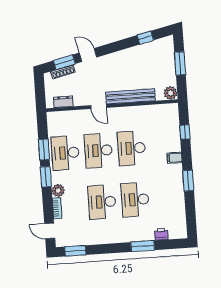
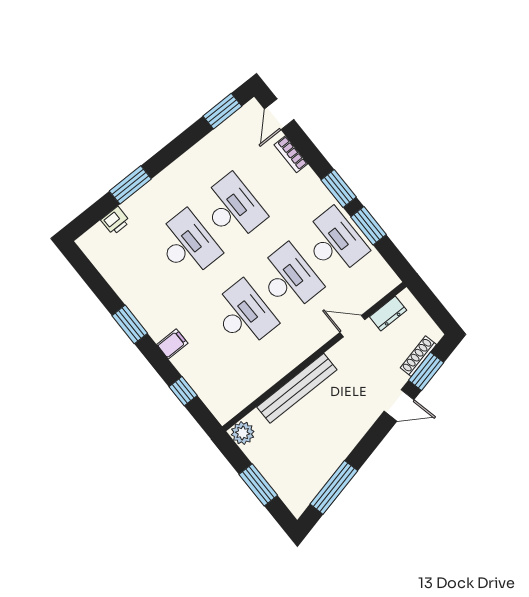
window: (145, 38) -> (334, 487), width x2.17
door: (99, 107) -> (352, 326), moved
plant: (58, 190) -> (307, 181), removed
door: (50, 231) -> (279, 114), swing flipped

